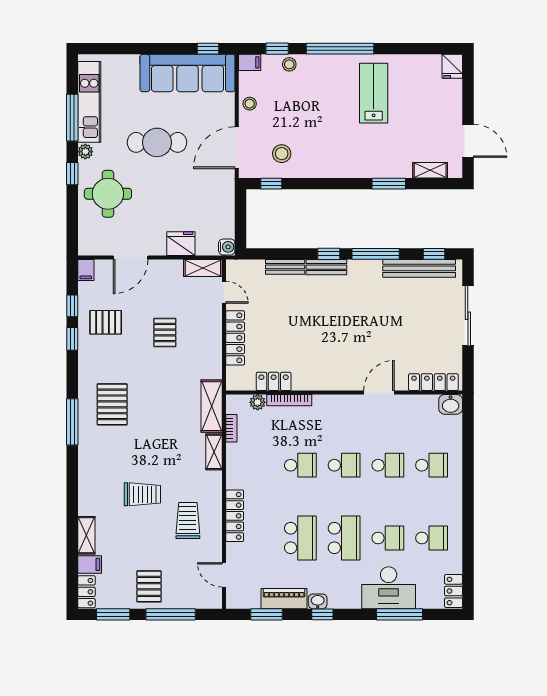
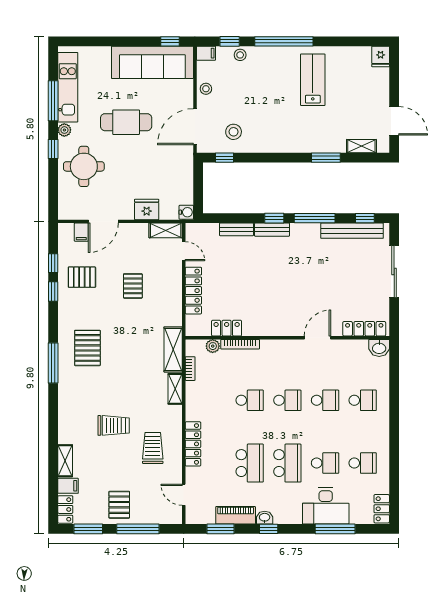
filing cabinet: (86, 270) -> (81, 232), moved

